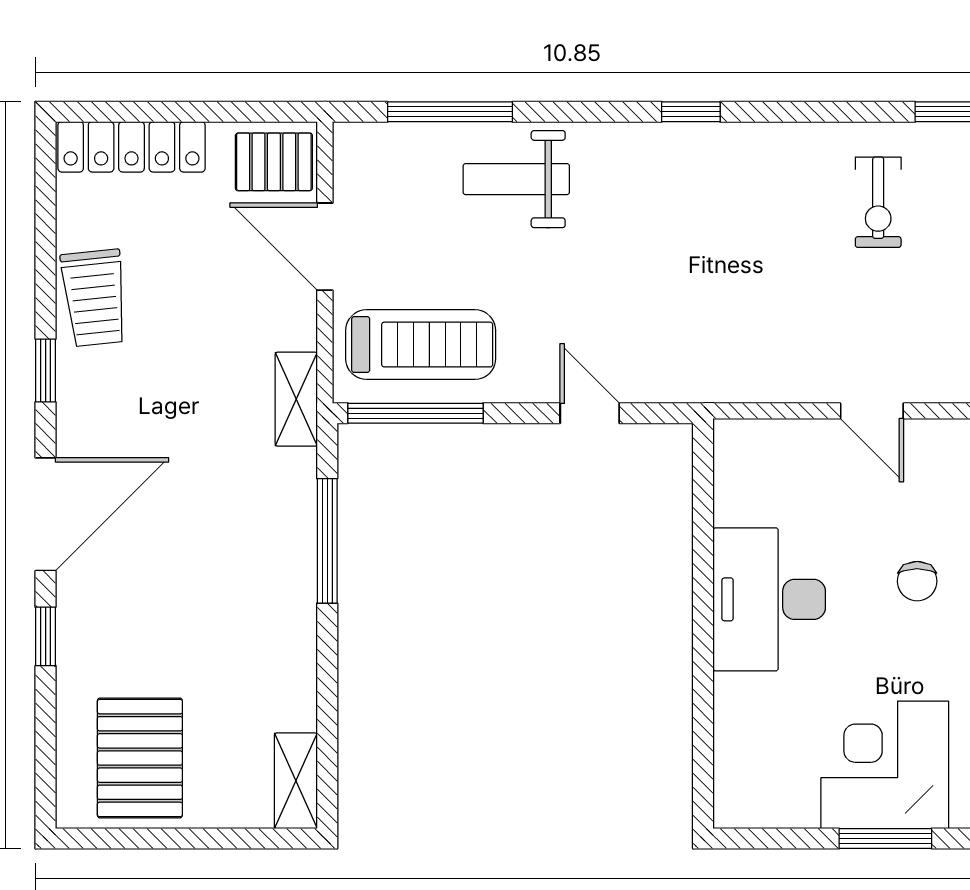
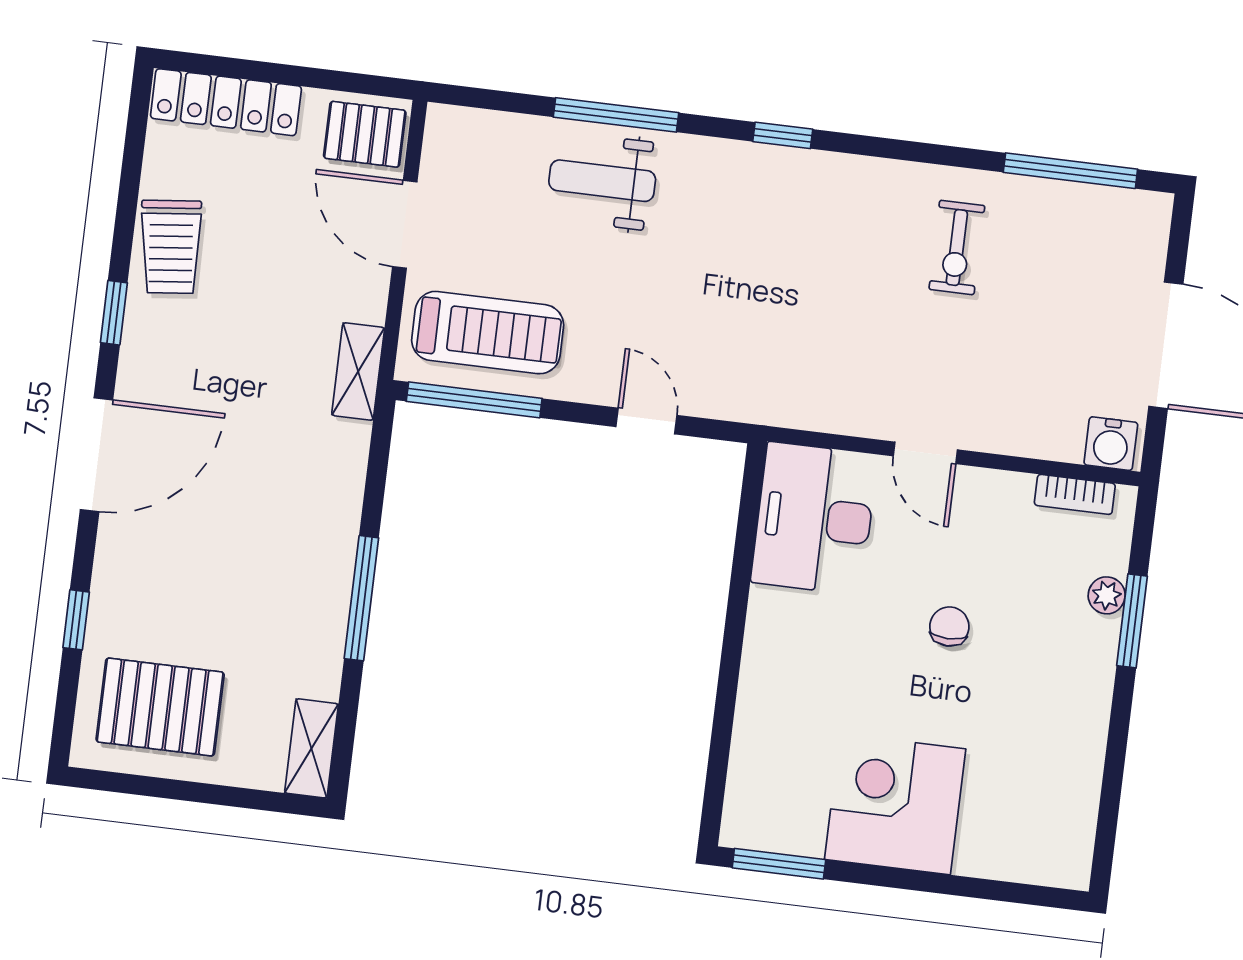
window: (450, 112) -> (616, 115), moved
window: (327, 541) -> (361, 598), moved
chair: (917, 581) -> (949, 627), turned 180
desk: (769, 599) -> (814, 518), moved
window: (46, 636) -> (76, 620), moved
pallet: (140, 758) -> (160, 707), turned 90
window: (885, 839) -> (779, 864), moved

